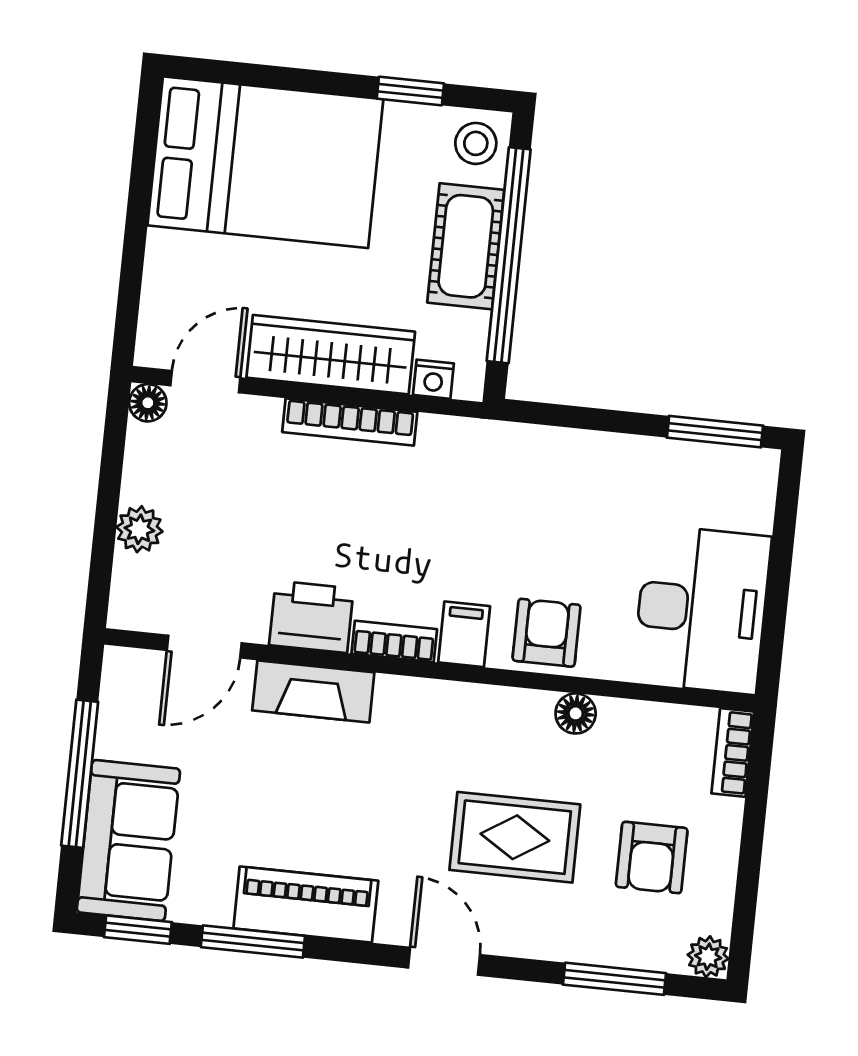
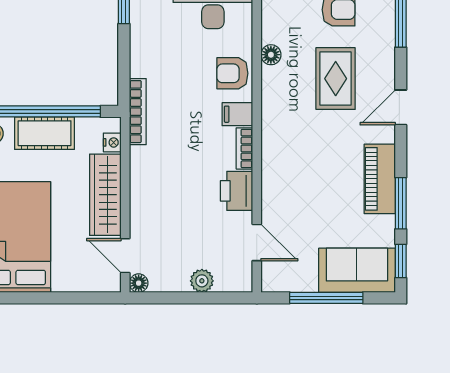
bookcase: (350, 422) -> (138, 112), moved
fireplace: (313, 691) -> (273, 186), removed

